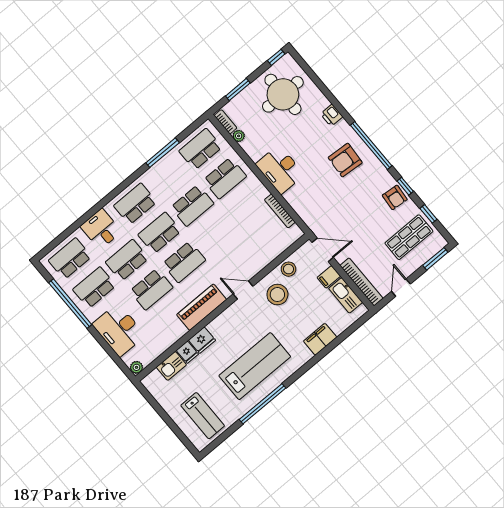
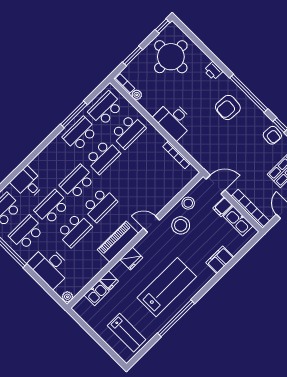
school desk: (135, 204) -> (80, 134), moved
fridge: (202, 340) -> (131, 259), moved

